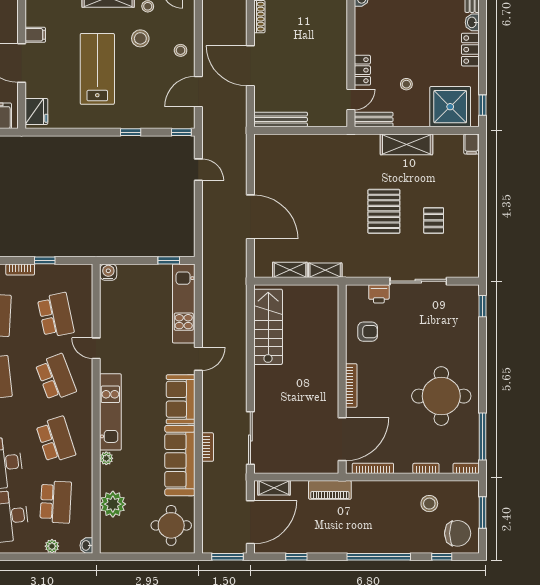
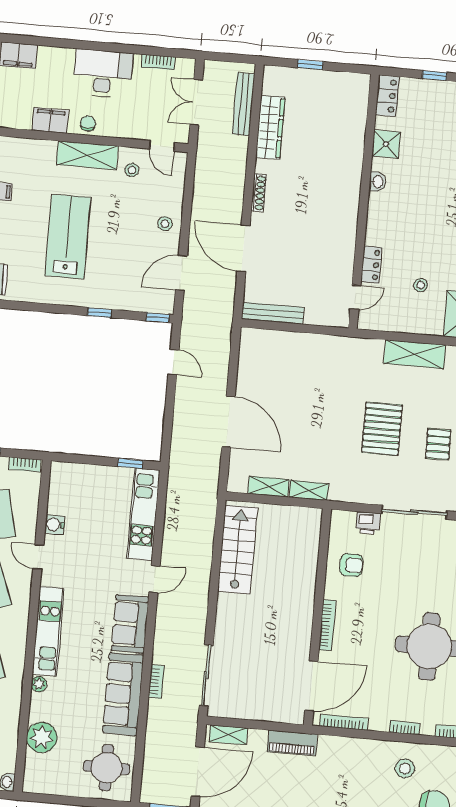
stool: (140, 38) -> (120, 206), removed
bench: (374, 120) -> (379, 323), removed
bookcase: (77, 269) -> (25, 465), added
water cooler: (108, 272) -> (55, 525), moved, turned -90

